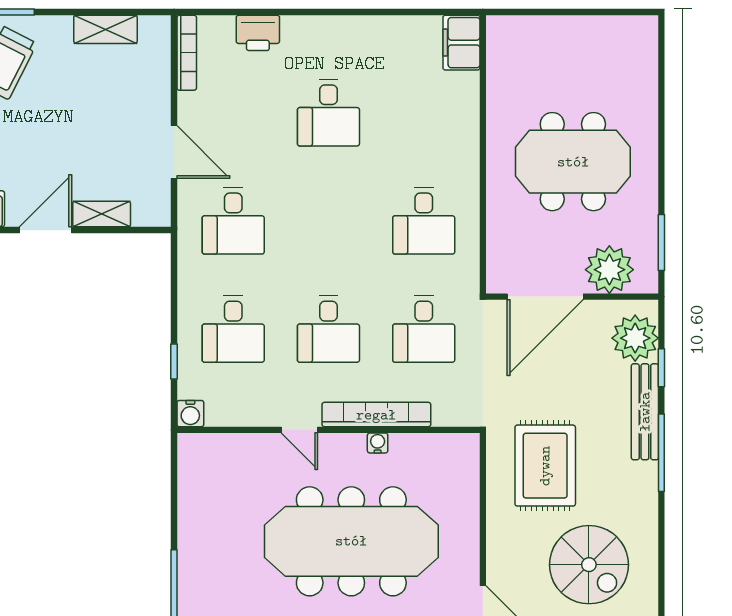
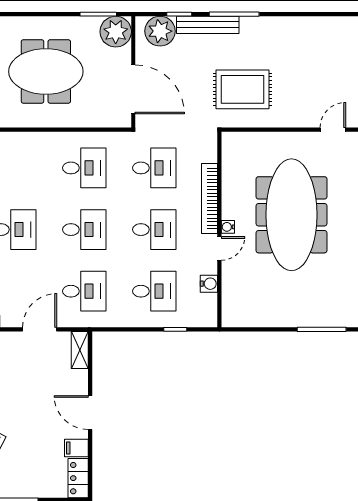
meeting table: (573, 162) -> (46, 71), turned 90
shelving: (102, 214) -> (80, 350), moved
desk: (328, 221) -> (84, 230), added
plant: (609, 270) -> (116, 32), moved
water cooler: (190, 414) -> (209, 284), moved
water cooler: (378, 443) -> (228, 227), moved
spiral stairs: (589, 565) -> (307, 61), removed

